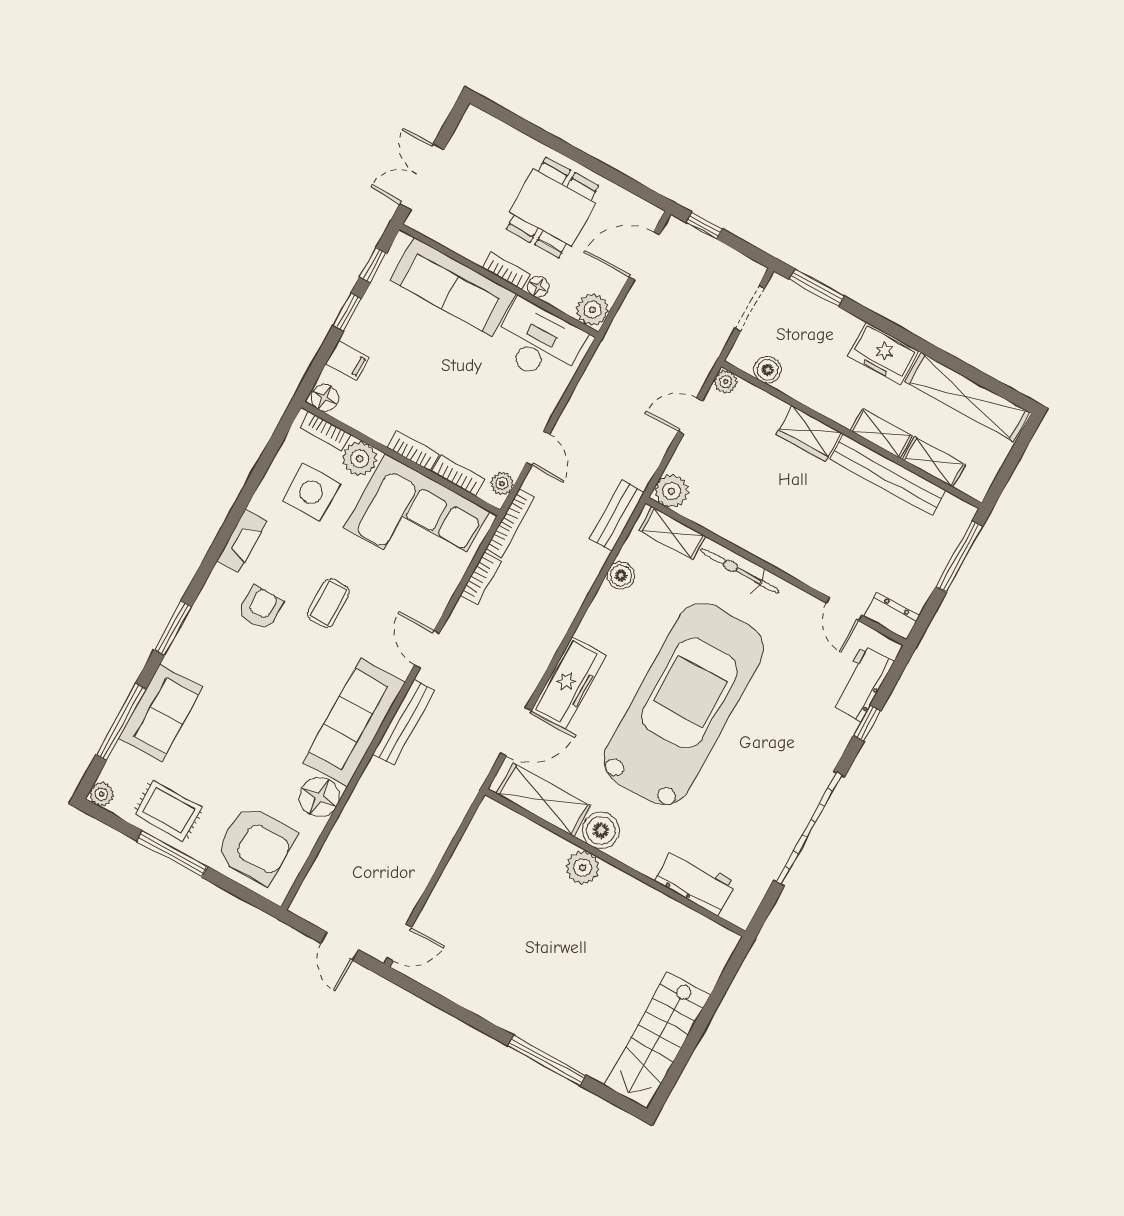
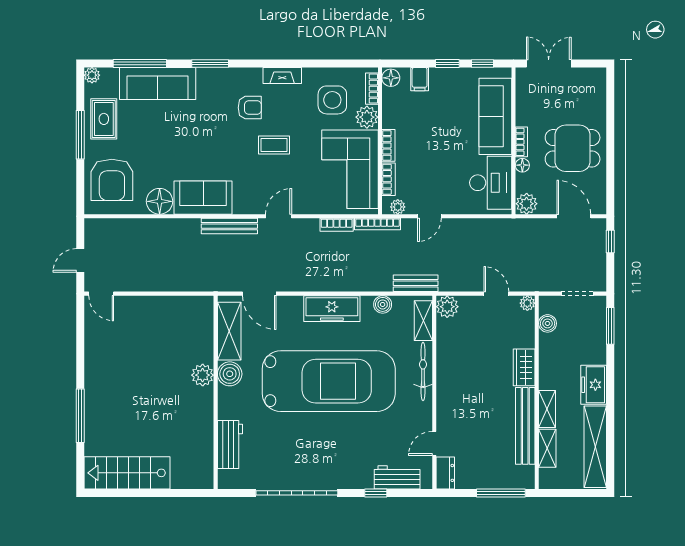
freezer: (569, 683) -> (332, 309), moved
sofa: (161, 713) -> (158, 84), width x1.36
sofa: (354, 722) -> (203, 198), width x0.73

